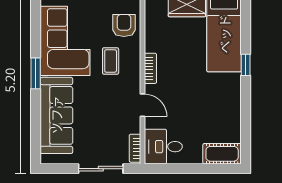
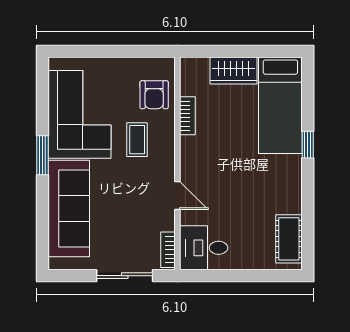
armchair: (124, 25) -> (154, 95), turned 180
bookcase: (150, 68) -> (187, 116), moved
cot: (222, 154) -> (289, 239), moved, turned 90

